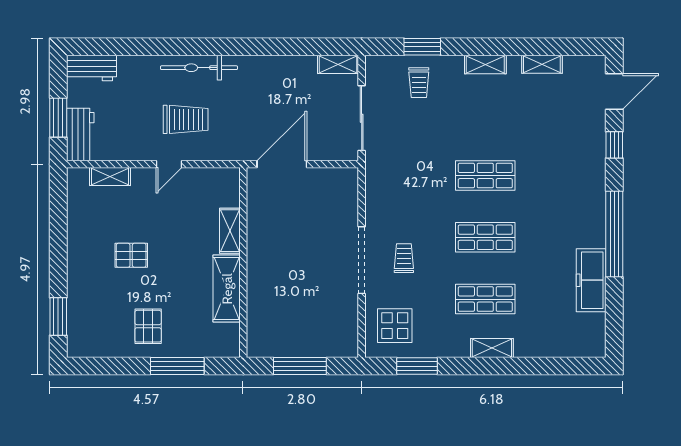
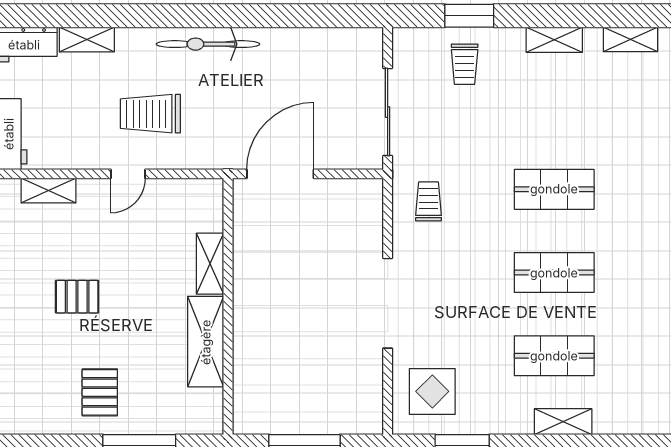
shelving: (338, 64) -> (87, 40), moved
bicycle: (199, 68) -> (208, 44), moved
trolley: (186, 119) -> (150, 114), turned 180
trolley: (404, 258) -> (429, 201), moved

